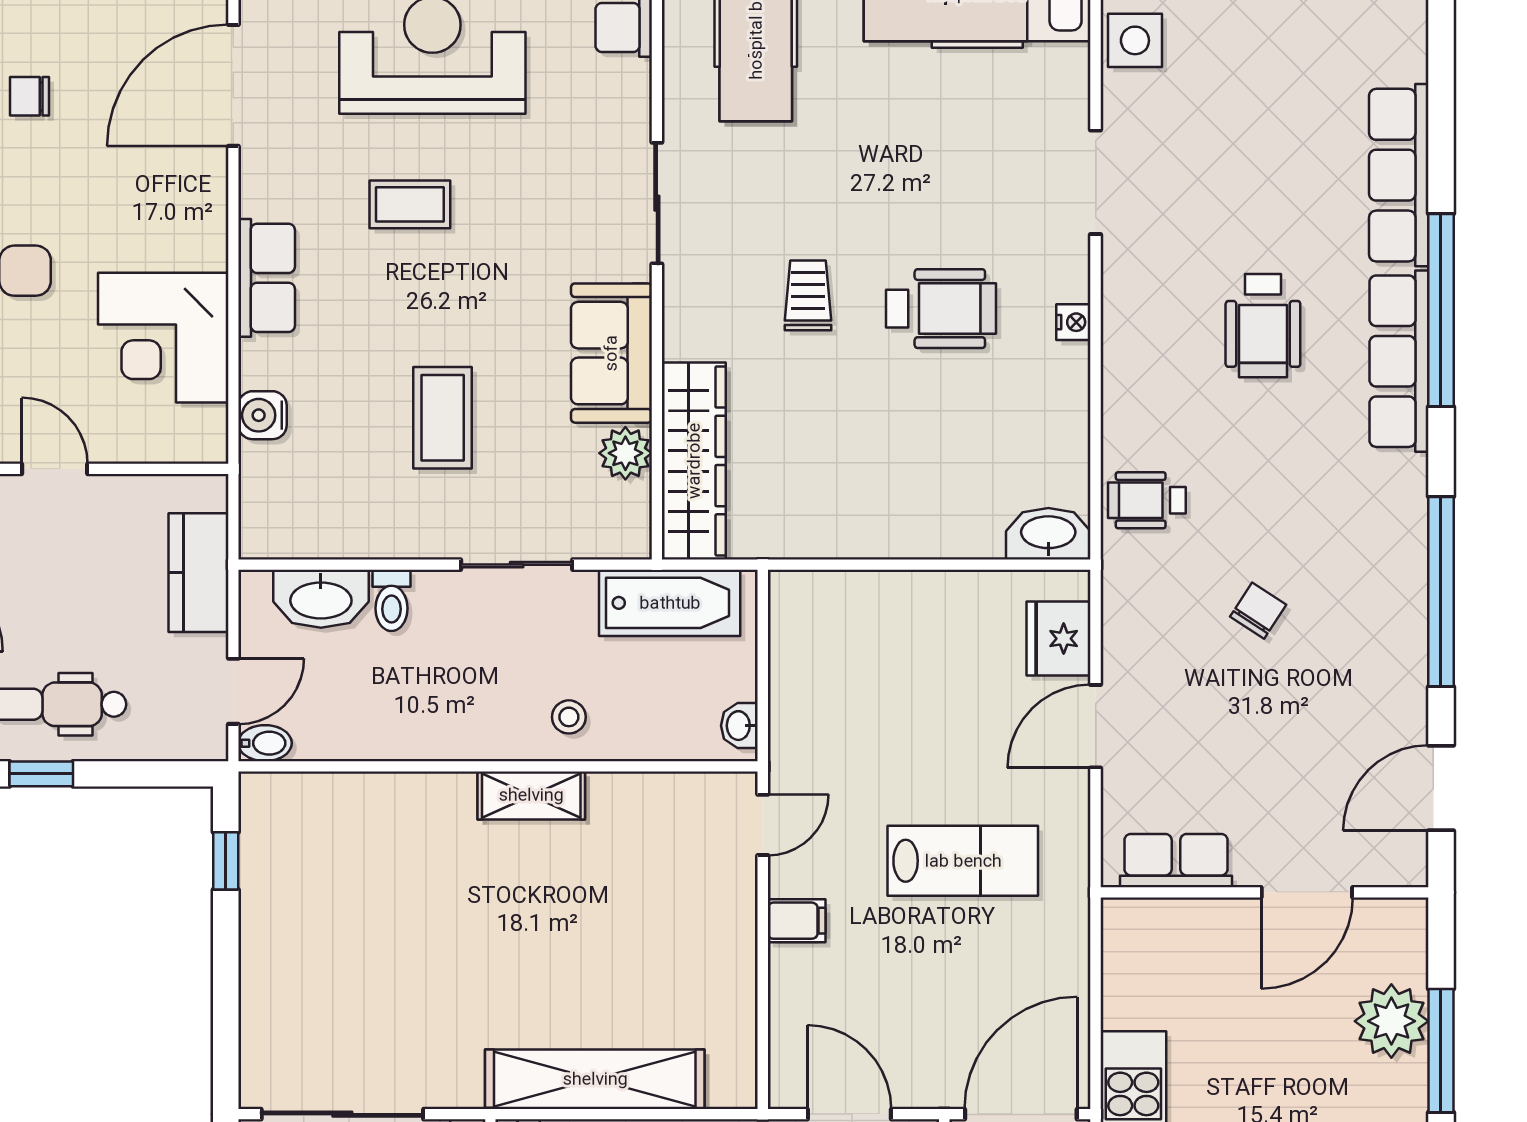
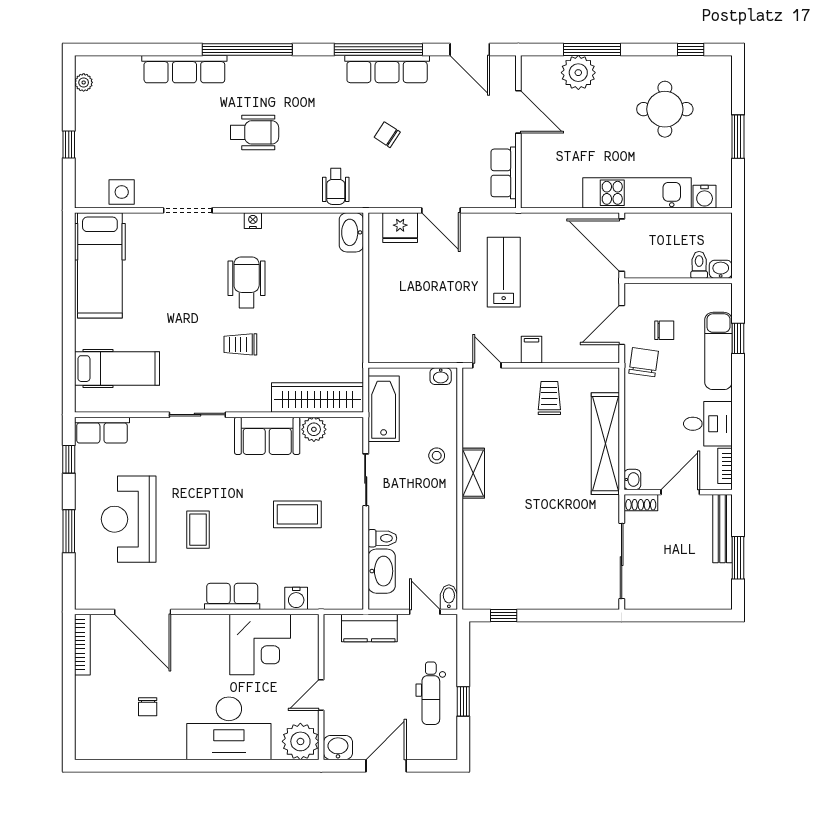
row of seats: (1399, 361) -> (387, 69), moved
trolley: (693, 959) -> (549, 398), added

